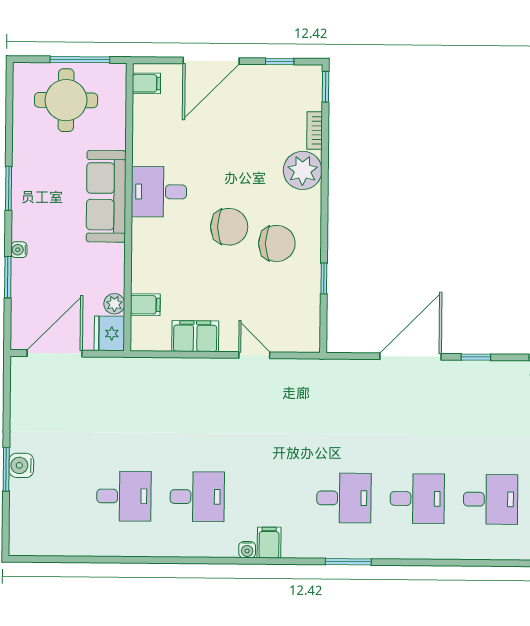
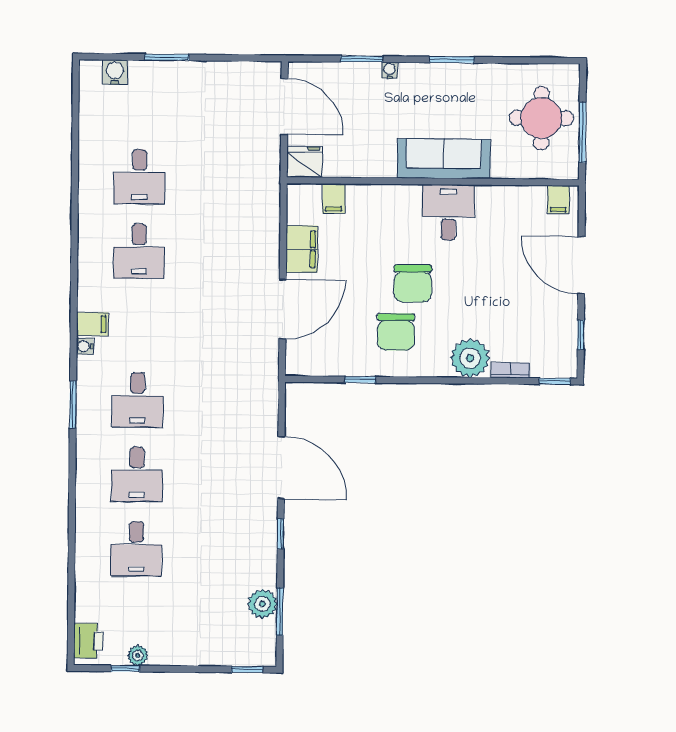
plant: (114, 304) -> (335, 167), removed
door: (254, 355) -> (283, 309), width x1.88
water cooler: (21, 465) -> (115, 72), moved
water cooler: (247, 550) -> (85, 346), moved

